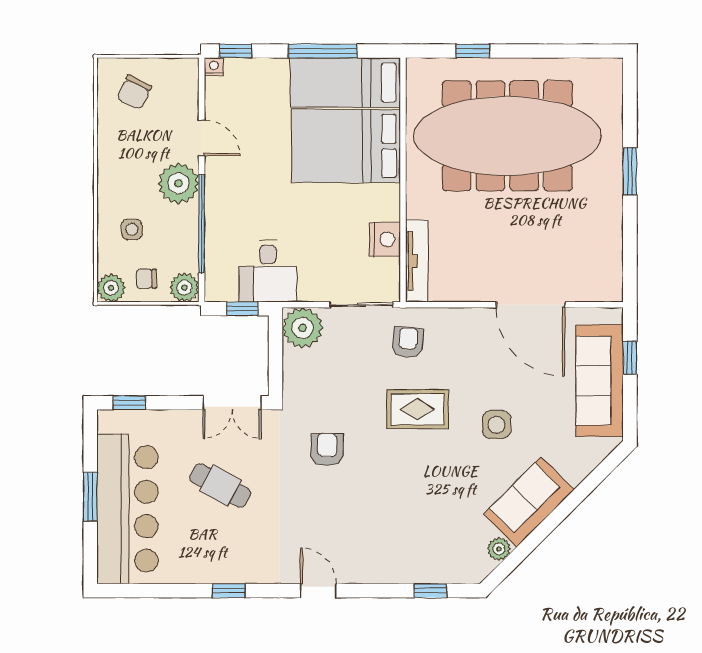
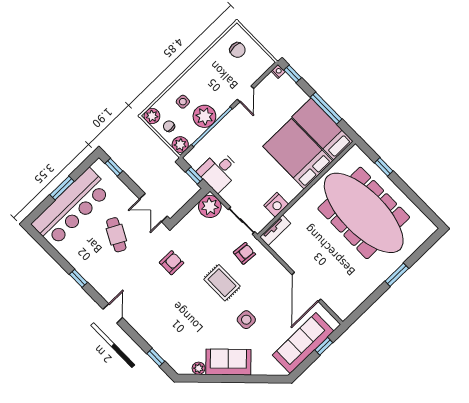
chair: (134, 92) -> (237, 50), turned -116
plant: (178, 183) -> (204, 116), moved
tv unit: (417, 261) -> (275, 230), width x0.71

